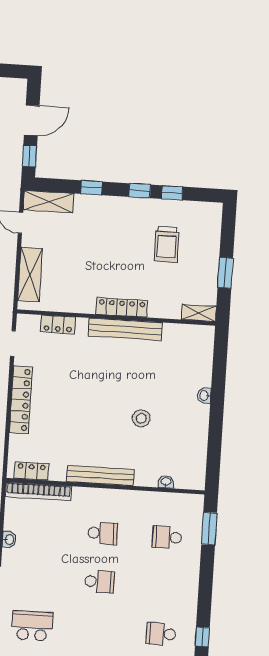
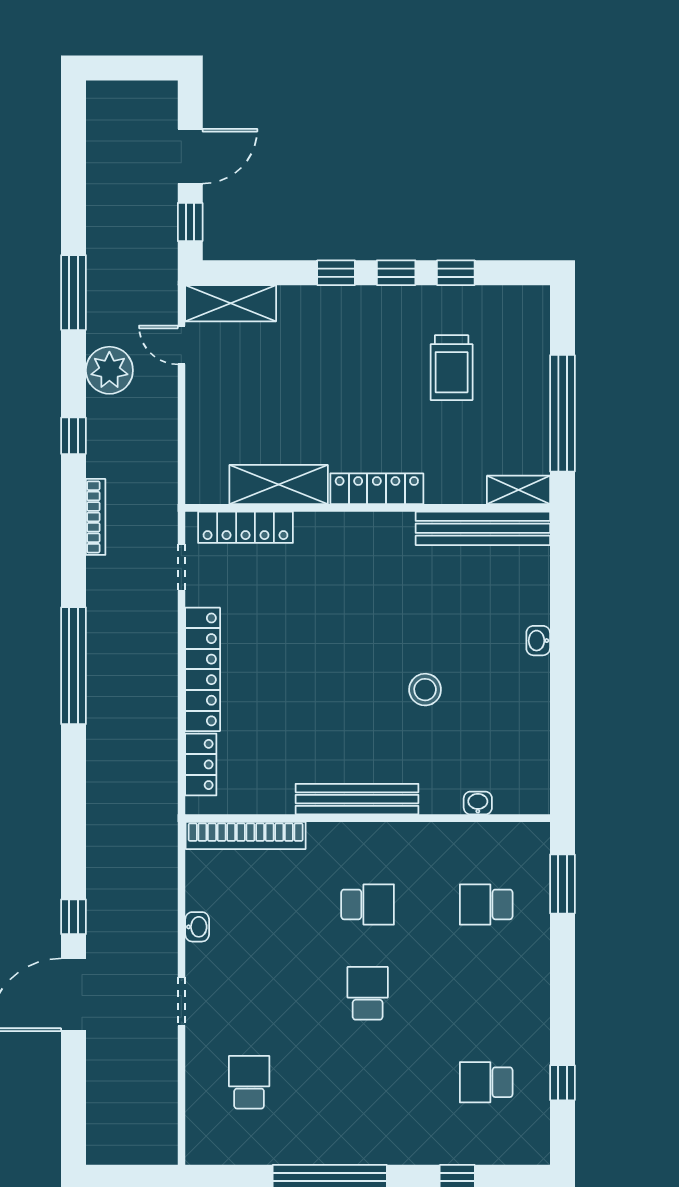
window: (92, 188) -> (336, 273), moved
window: (225, 273) -> (562, 413), width x2.11
shelving: (30, 275) -> (279, 484), moved, turned 90
locker: (58, 325) -> (245, 527), width x1.53
bench: (125, 329) -> (483, 528), moved
locker: (31, 471) -> (201, 764), moved, turned 90
school desk: (100, 582) -> (368, 993), turned -90
school desk: (32, 626) -> (249, 1082), width x0.54

